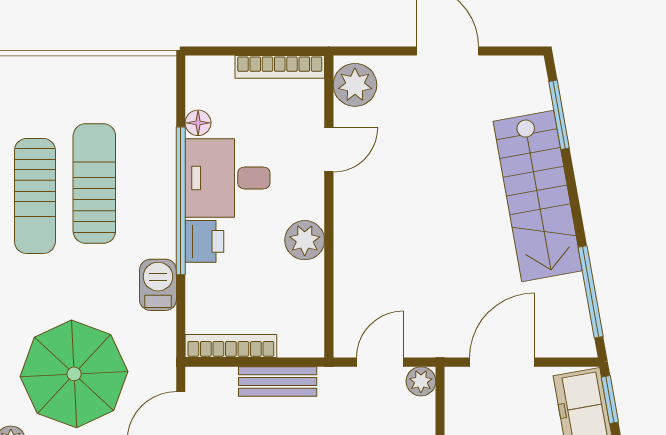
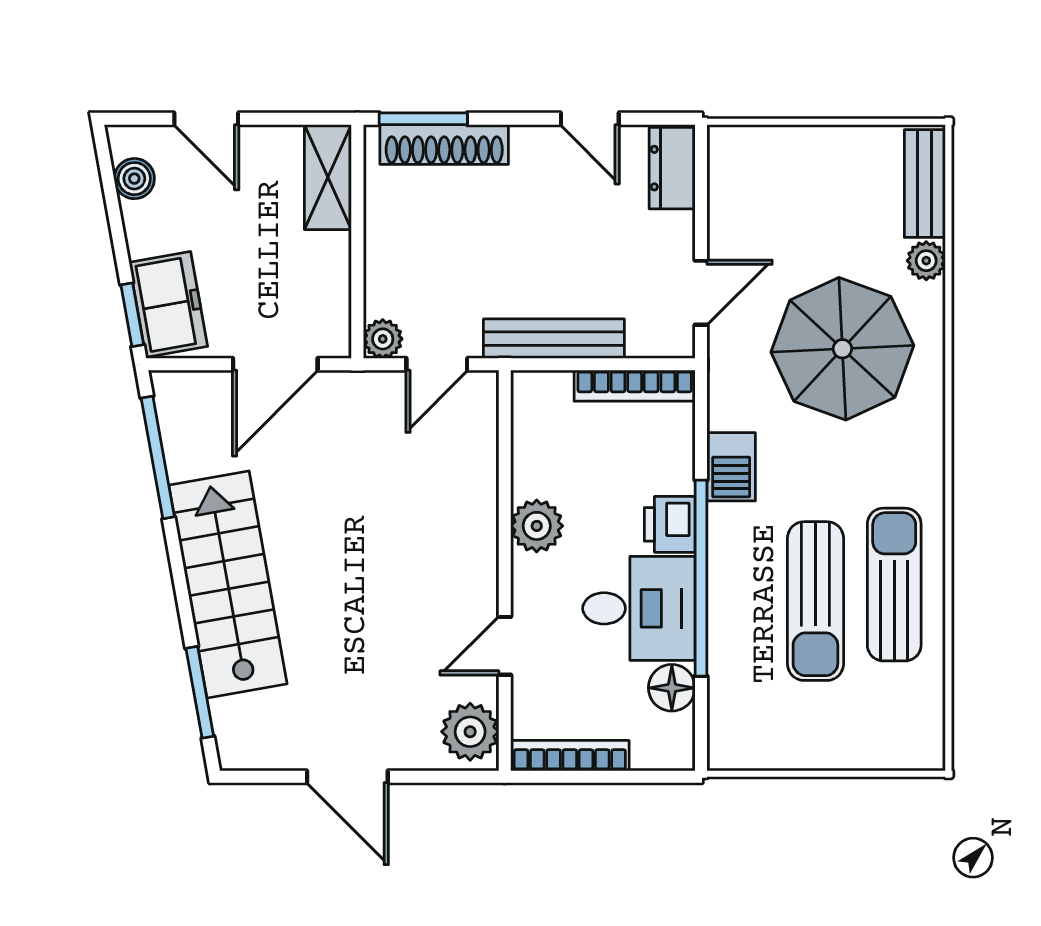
floor lamp: (198, 123) -> (672, 688), width x1.37, depth x1.37
bench: (278, 382) -> (554, 339), width x1.36

